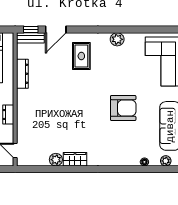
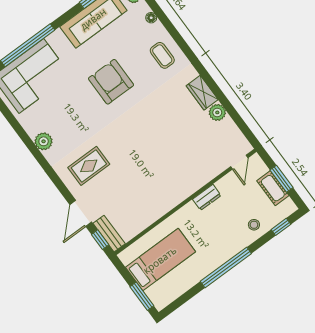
door: (56, 29) -> (81, 213), swing flipped
dresser: (22, 74) -> (153, 214), removed
coffee table: (116, 152) -> (162, 55), added

